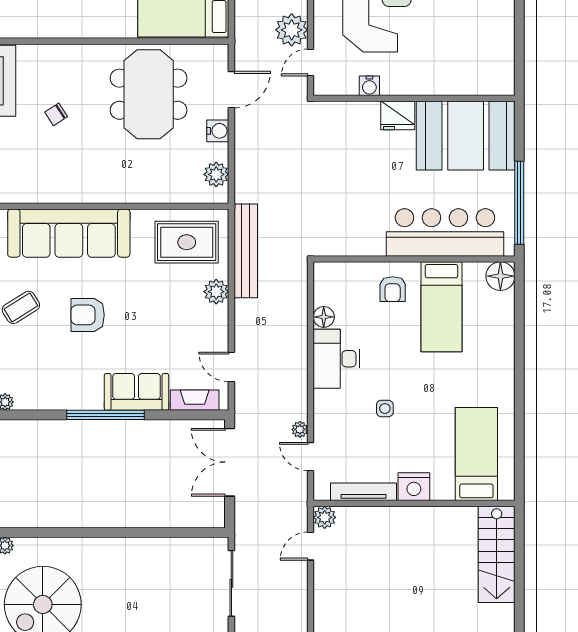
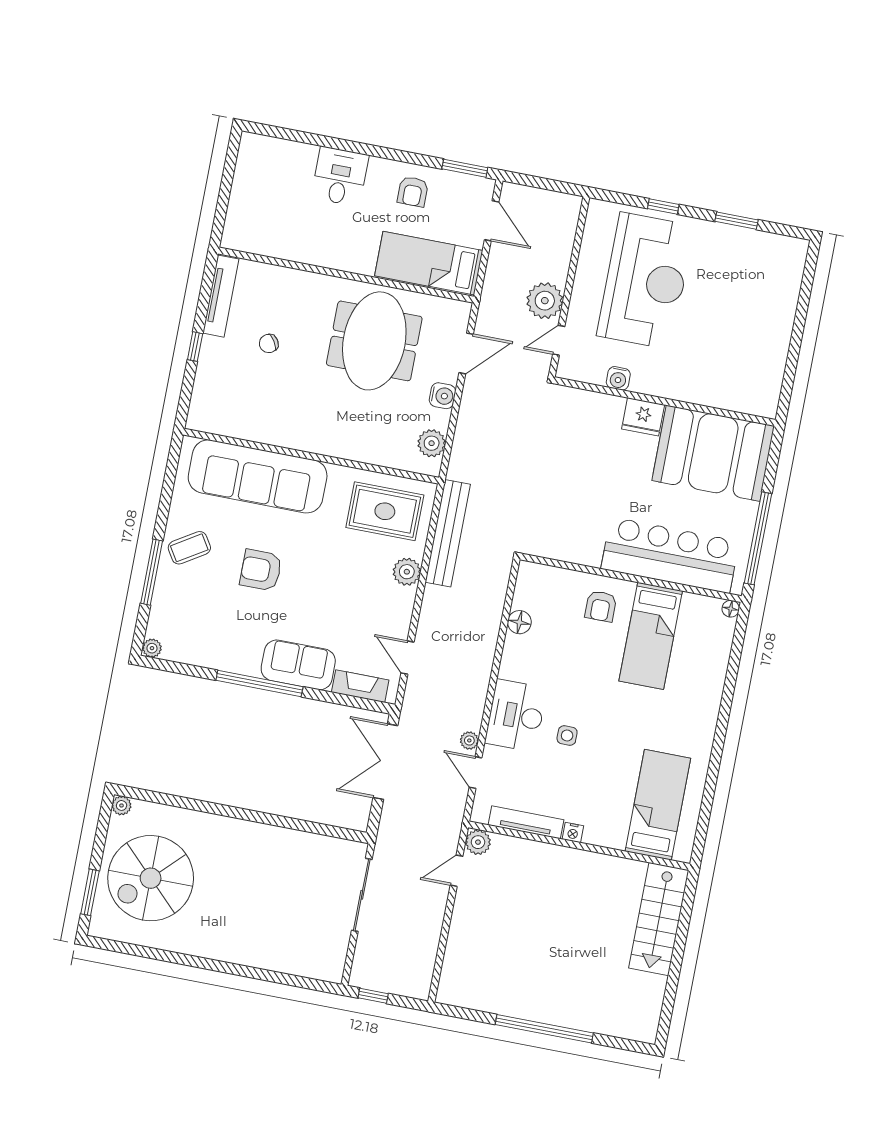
floor lamp: (500, 276) -> (731, 609), width x0.53, depth x0.53
desk: (336, 359) -> (516, 716), moved
nightstand: (414, 487) -> (573, 833), width x0.53, depth x0.56

